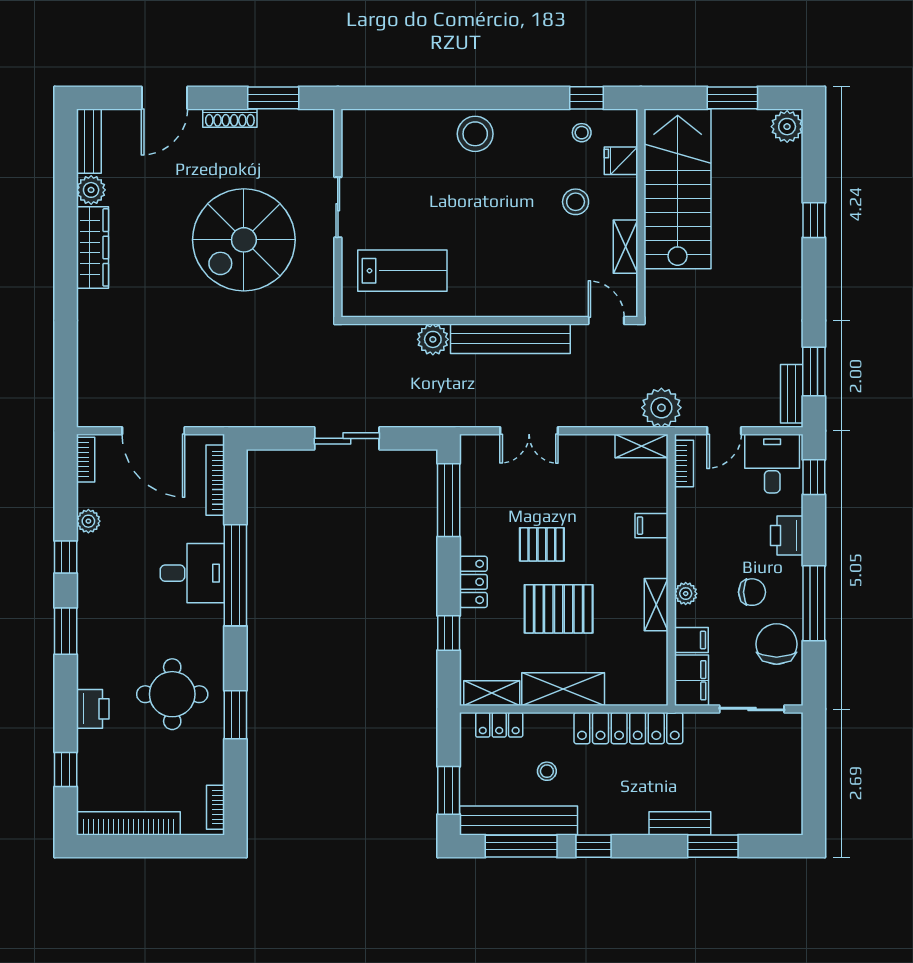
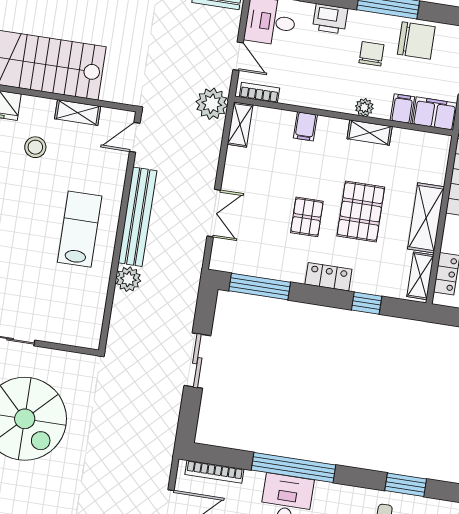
lab bench: (402, 271) -> (80, 229), moved
chair: (777, 644) -> (416, 41), turned 180

